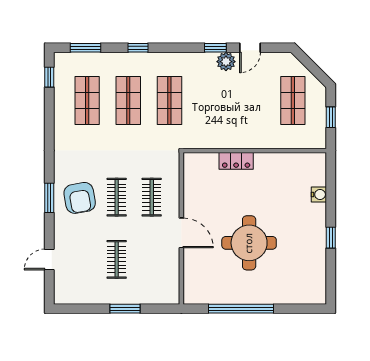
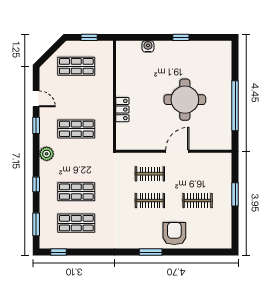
plant: (226, 62) -> (47, 154), moved
shop shelf: (169, 100) -> (76, 129), moved
armchair: (80, 198) -> (174, 233), moved, turned -80
door: (49, 260) -> (198, 252), removed

